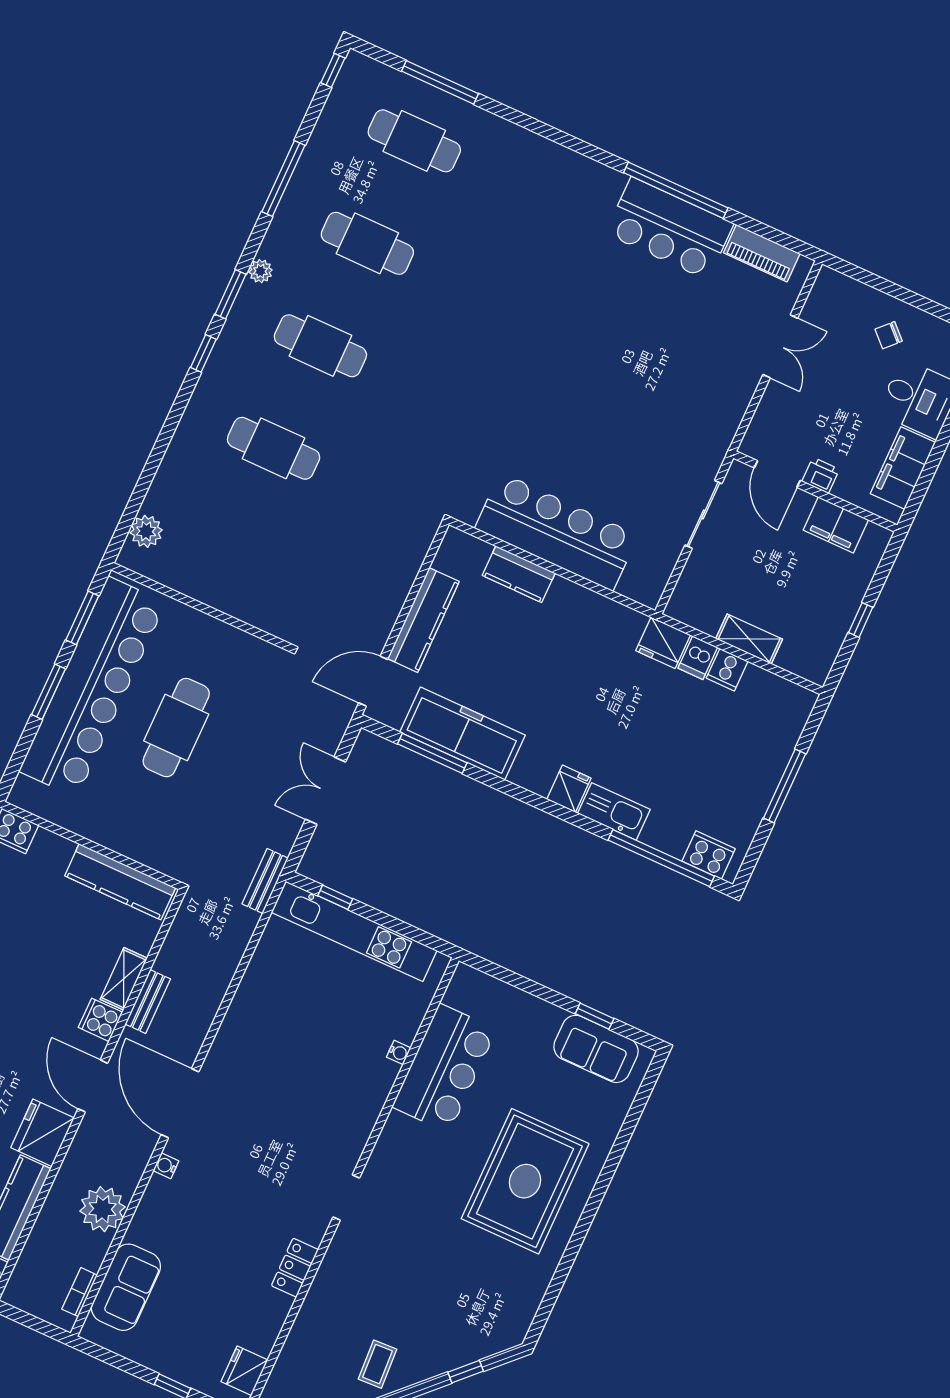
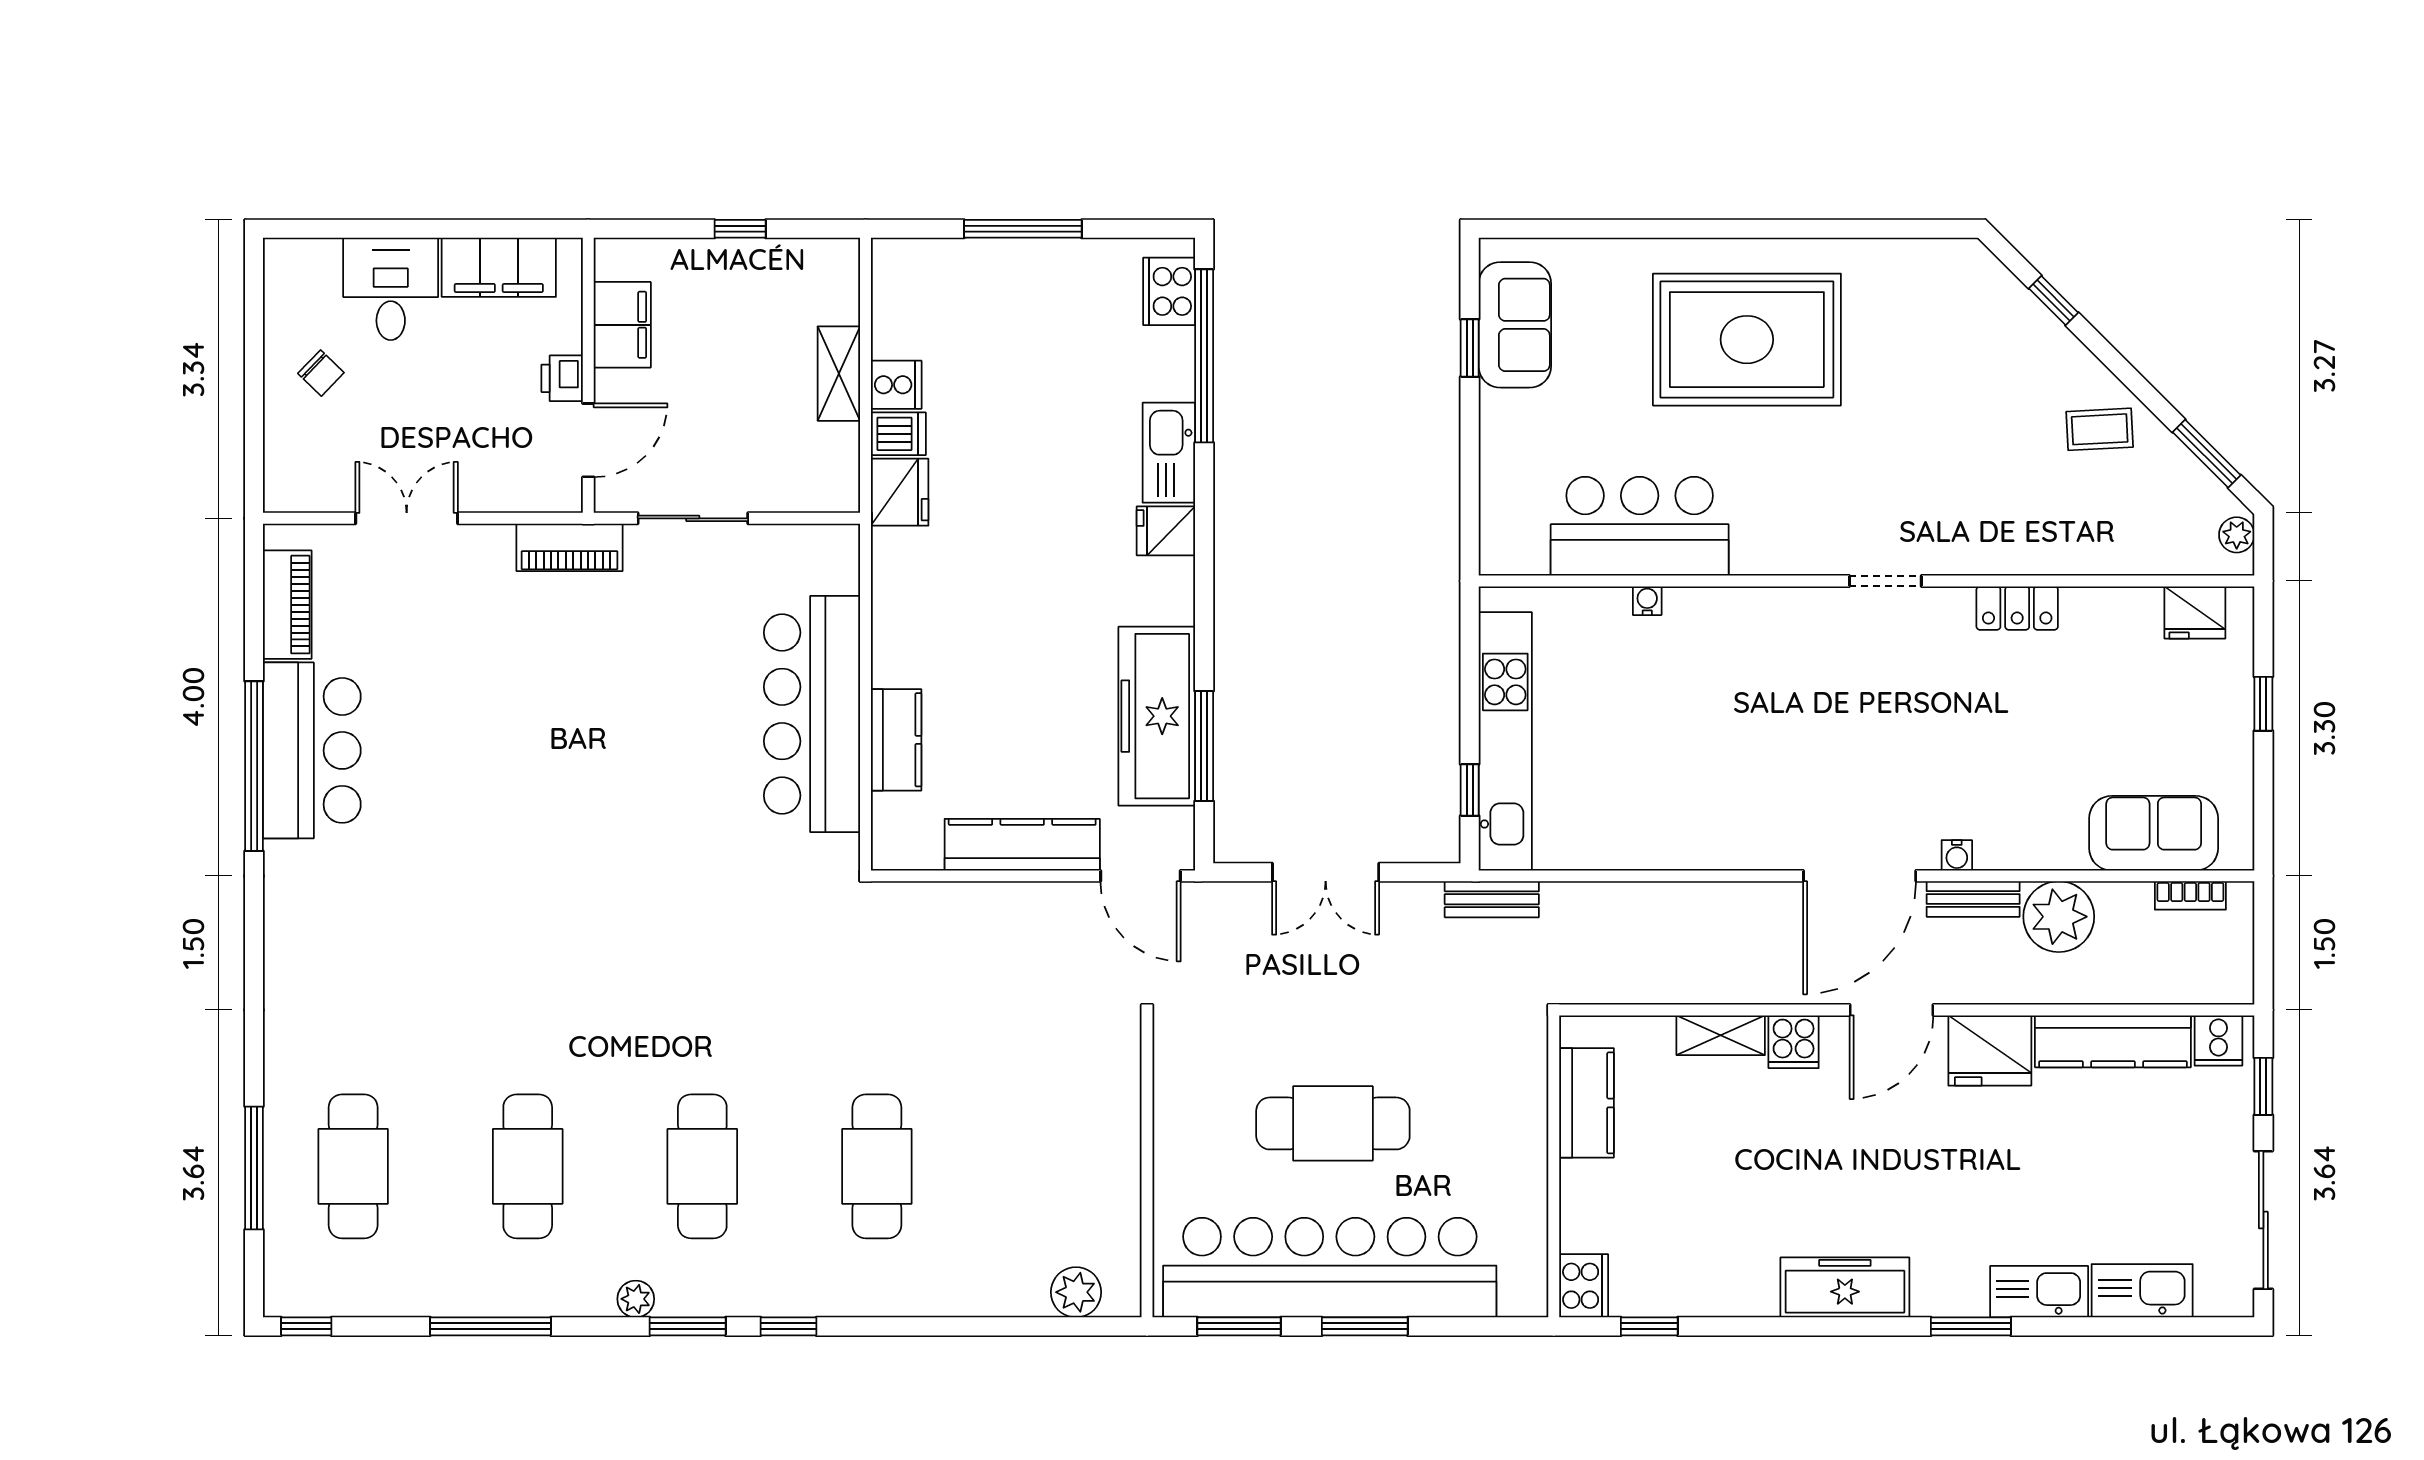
piano: (719, 434) -> (569, 547), added
kitchen counter: (120, 882) -> (1586, 1103), width x0.67
bench: (148, 1002) -> (1973, 899), moved

